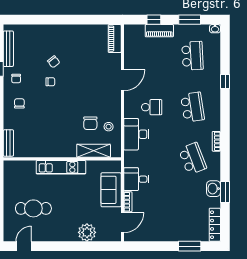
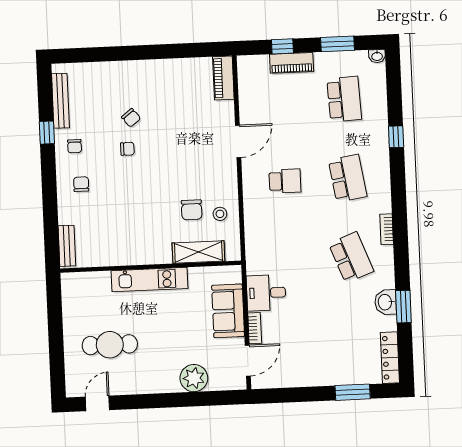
desk: (136, 134) -> (263, 224), removed

